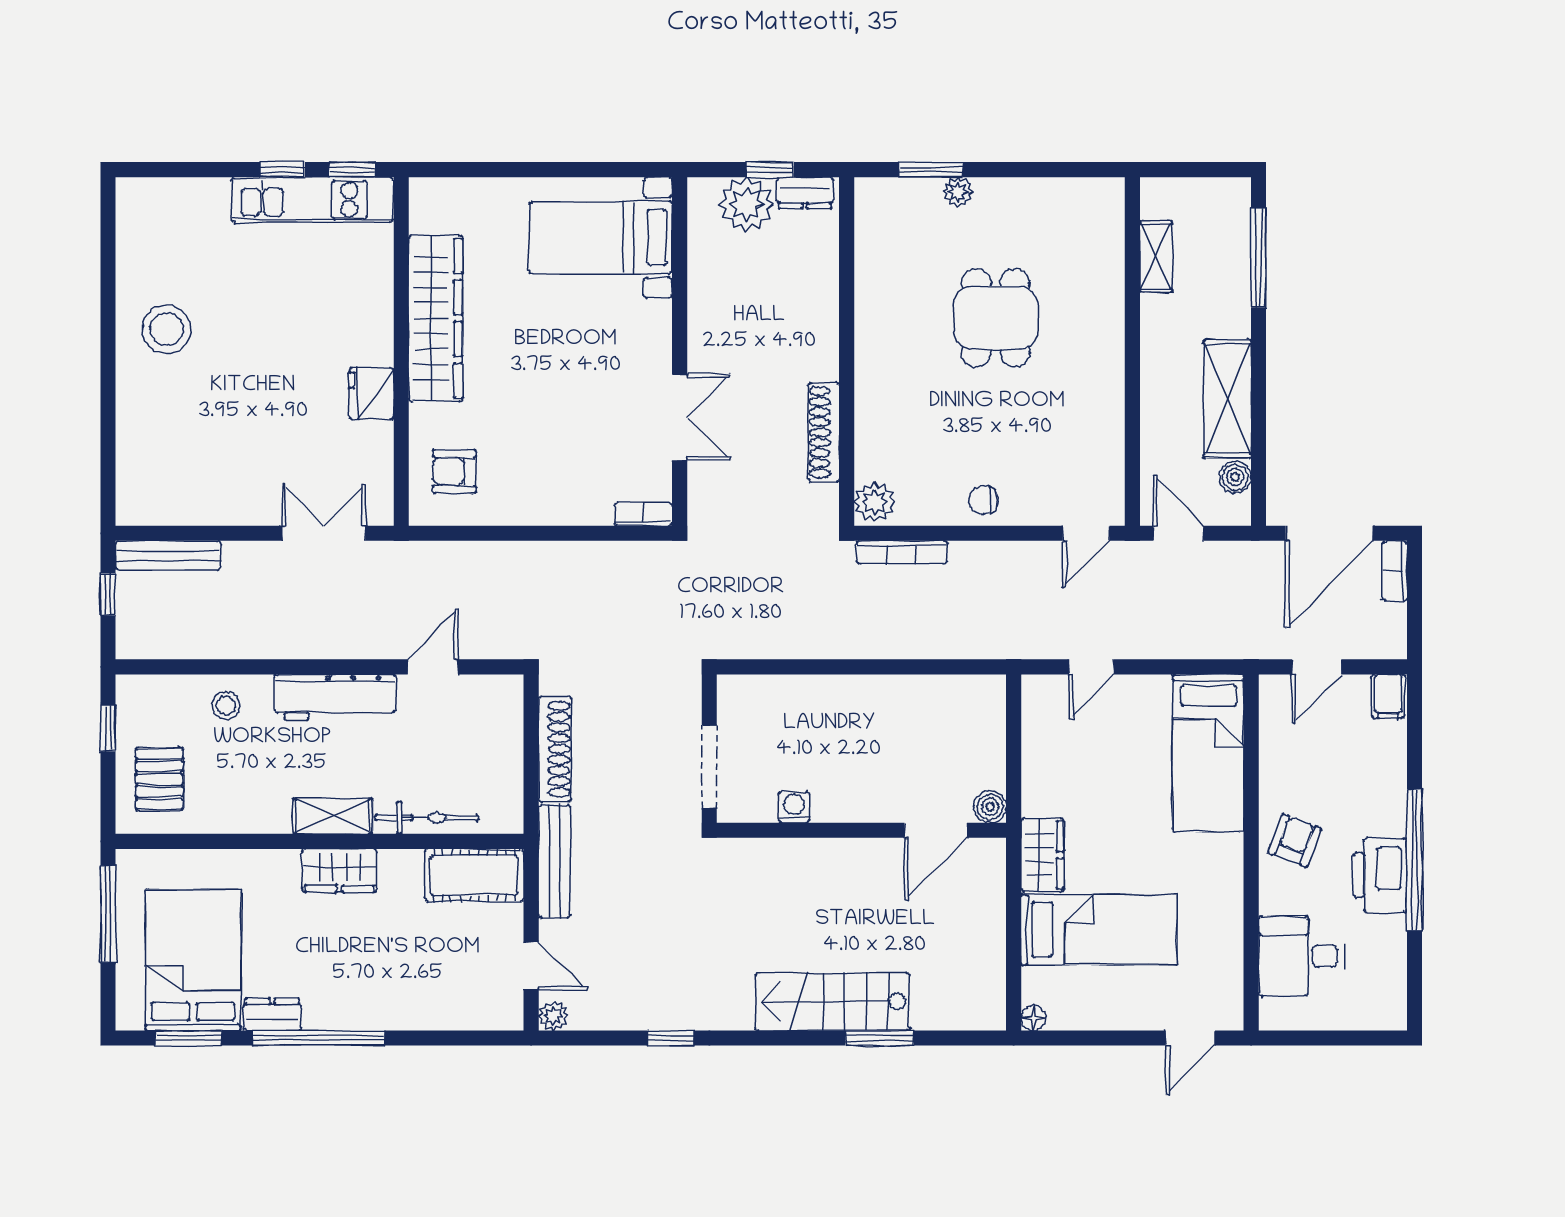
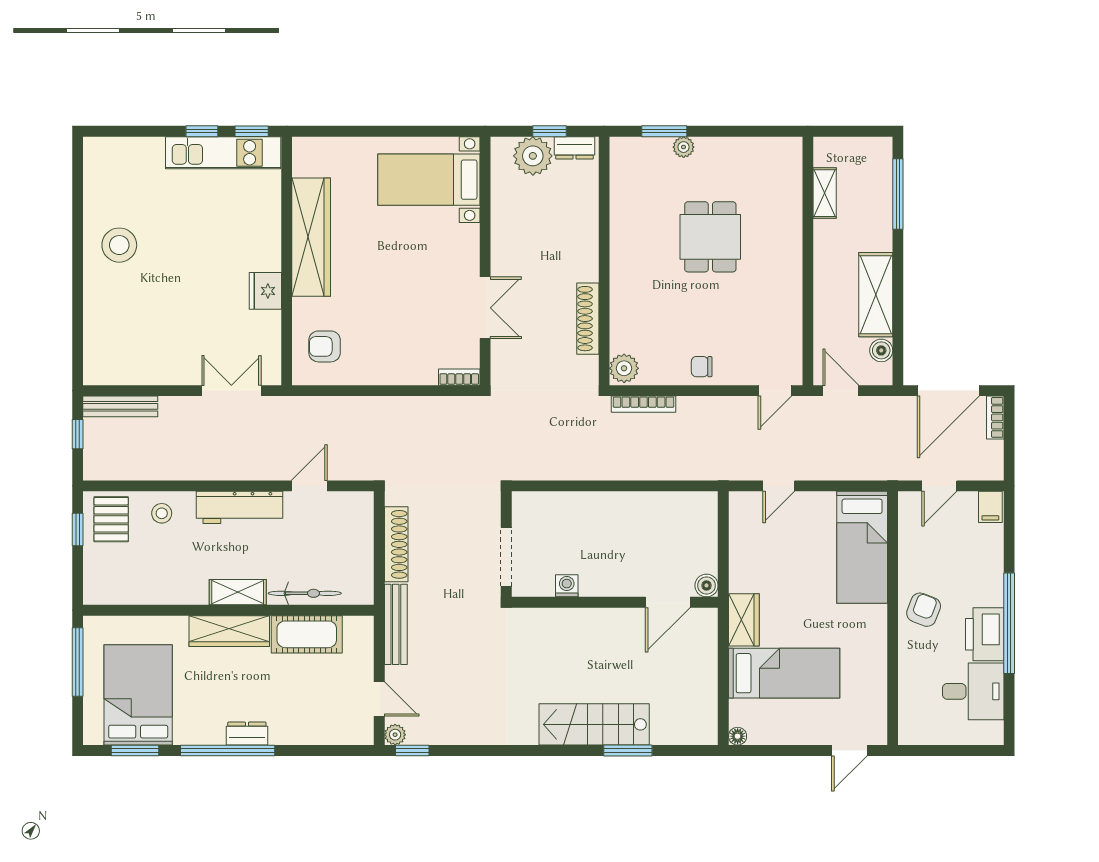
pallet: (159, 779) -> (111, 519), moved
wardrobe: (339, 871) -> (229, 631), width x1.50
cot: (474, 875) -> (307, 634), moved
desk: (1302, 956) -> (973, 691), moved, turned 180
dresser: (272, 1014) -> (247, 734), moved
window: (670, 1038) -> (412, 750), moved

